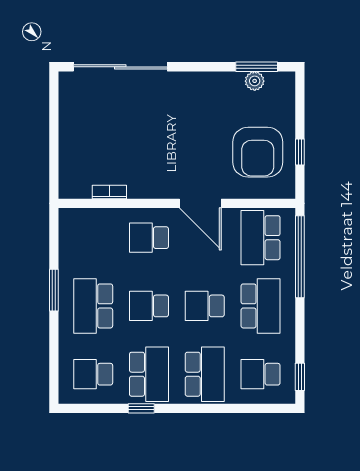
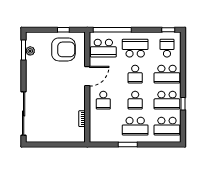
school desk: (93, 374) -> (167, 126), width x1.85
school desk: (149, 374) -> (167, 100), turned 180
school desk: (205, 374) -> (167, 74), turned 180
school desk: (261, 374) -> (167, 48), turned 180

